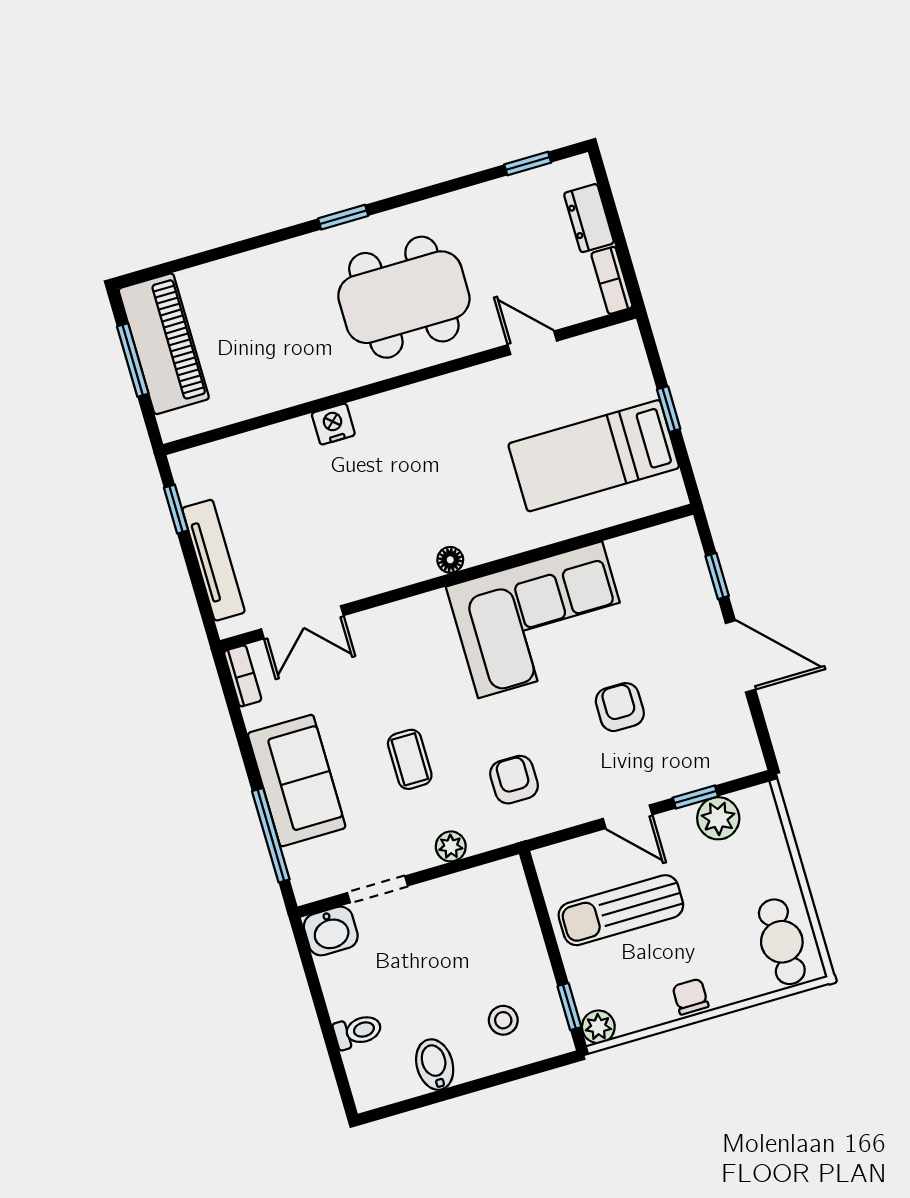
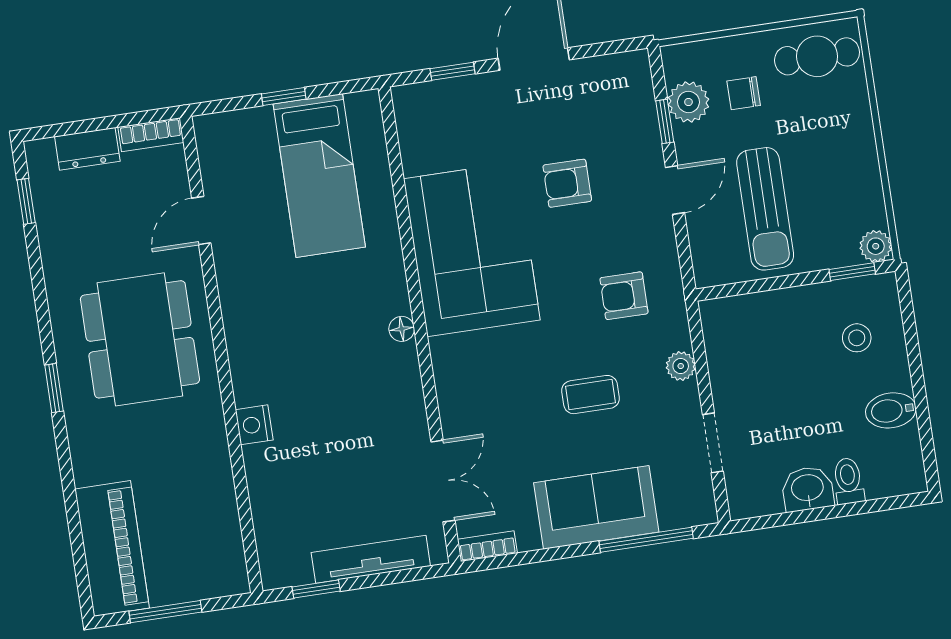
piano: (164, 344) -> (112, 548), moved, turned 90
washbasin: (331, 931) -> (808, 489), moved, turned -90
chair: (690, 997) -> (744, 93), moved

